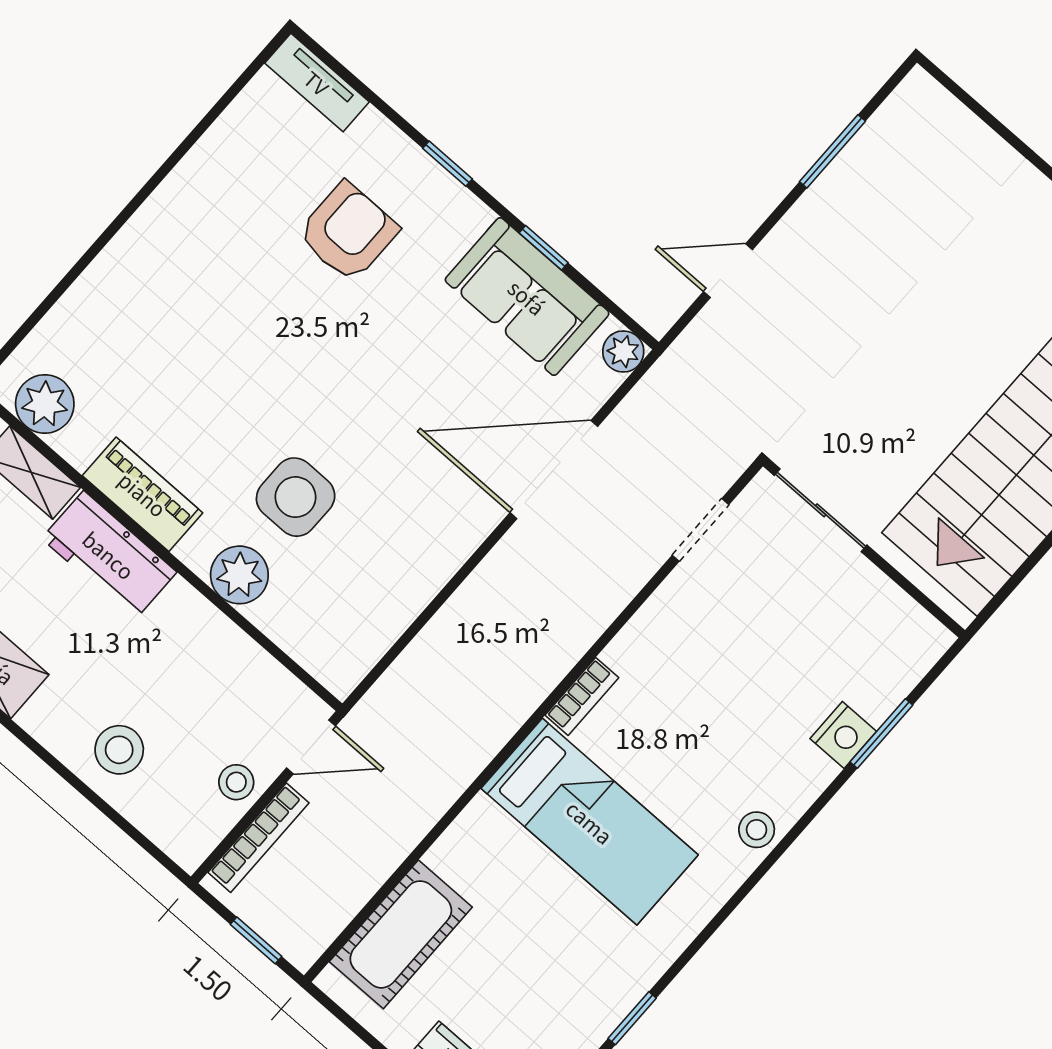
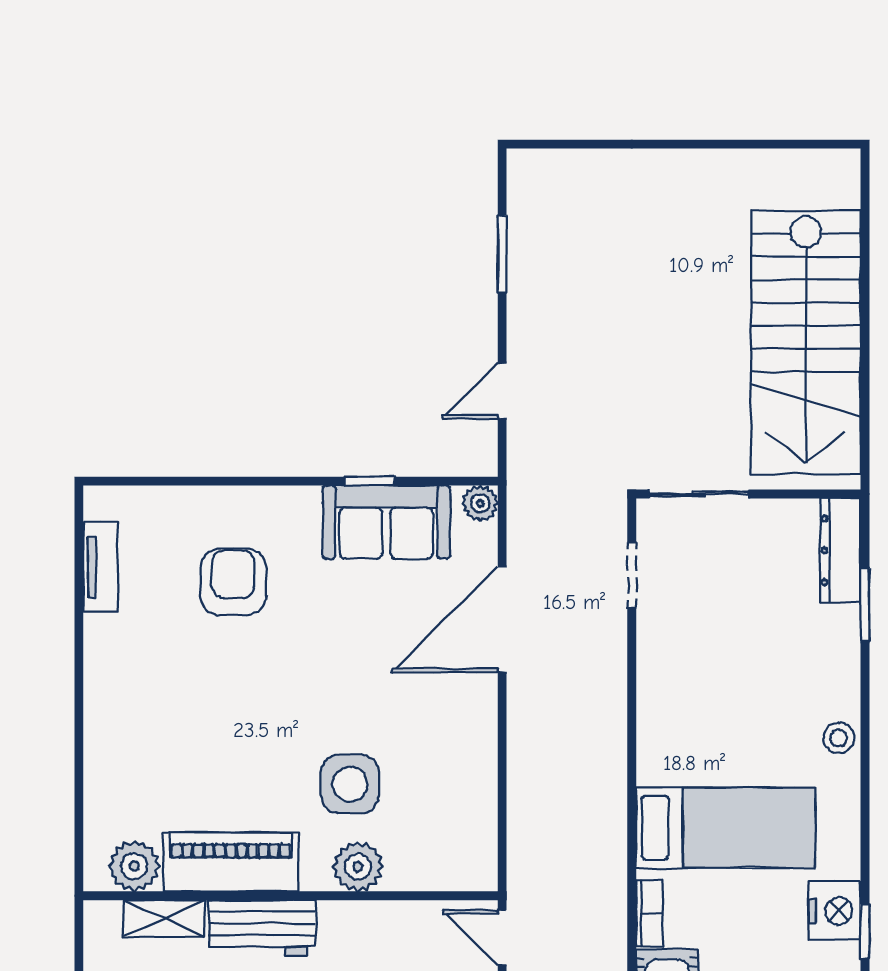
tv unit: (317, 83) -> (100, 567), moved, turned -90
window: (447, 164) -> (259, 481), removed
piano: (143, 494) -> (231, 862), width x1.37, depth x1.33
dresser: (901, 667) -> (840, 550), added
bookcase: (582, 696) -> (649, 913), moved
nightstand: (843, 735) -> (835, 911), moved, width x1.36, depth x1.33
door: (311, 747) -> (502, 938), swing flipped

